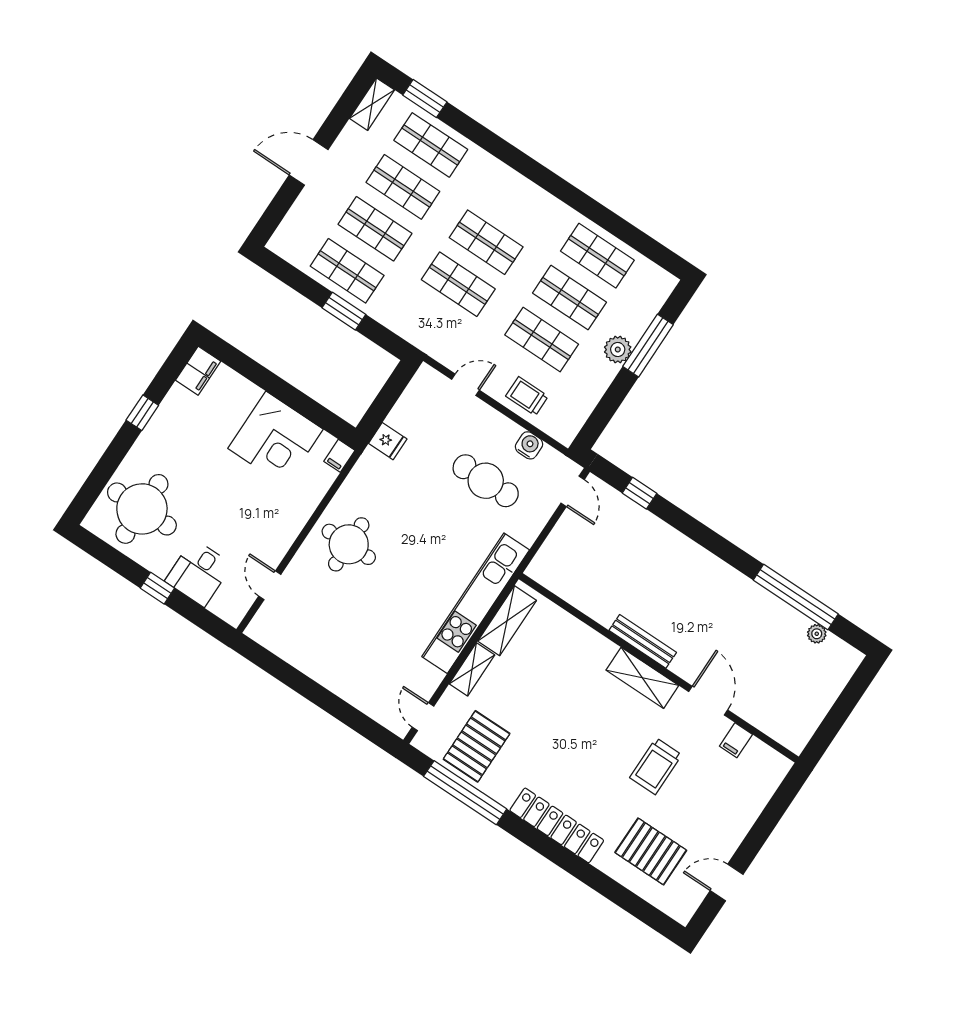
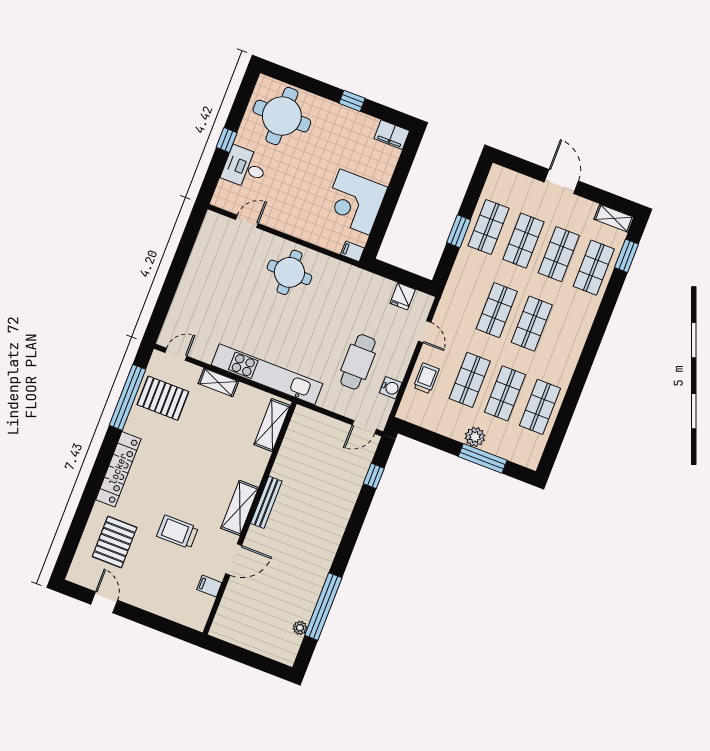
fridge: (388, 441) -> (403, 296), moved
shelving: (507, 621) -> (272, 425), moved, turned 90

